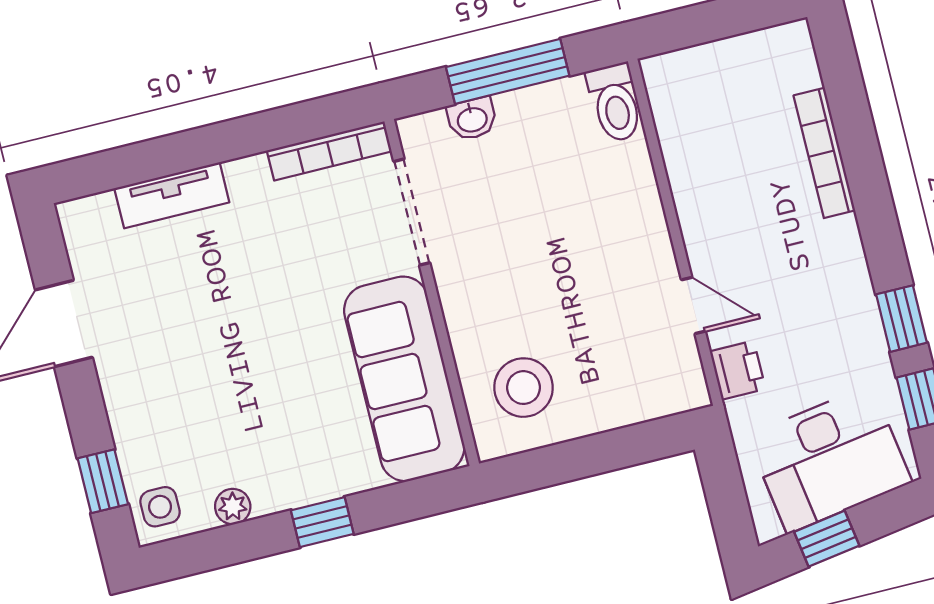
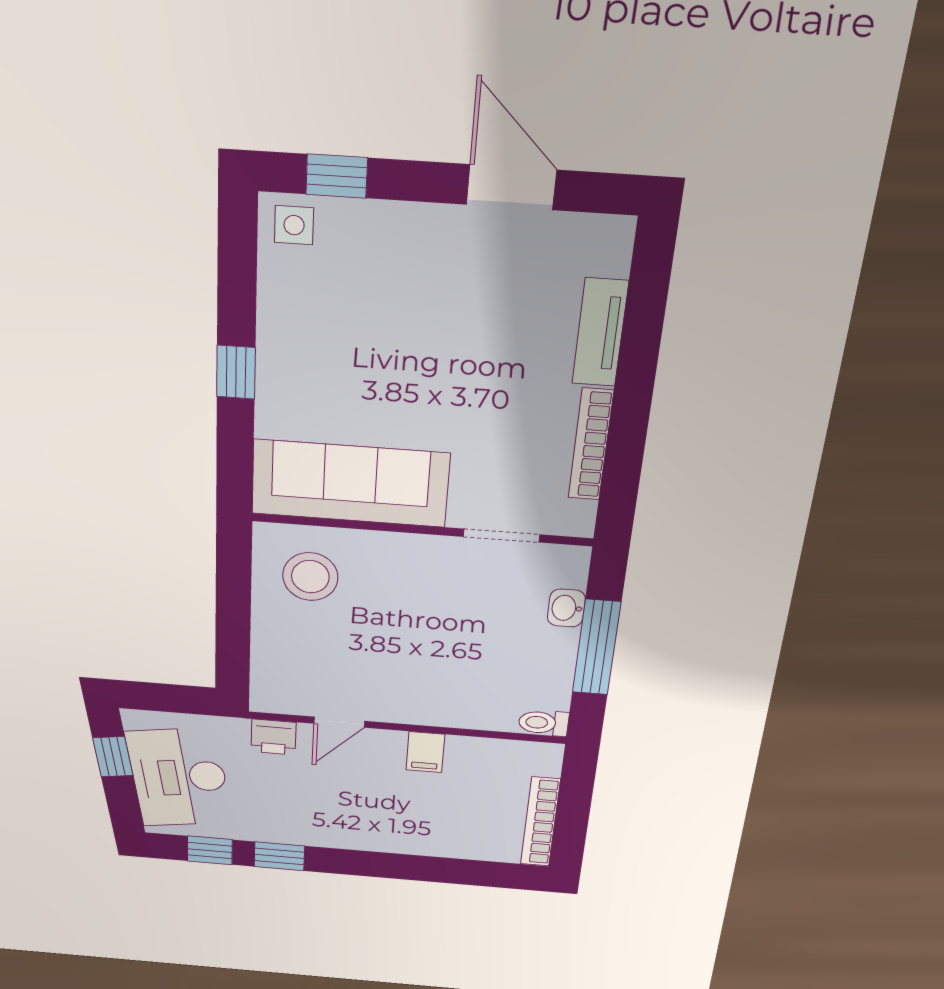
toilet: (615, 103) -> (544, 723), width x0.73, depth x0.72
bookcase: (329, 151) -> (591, 445), moved
bookcase: (824, 153) -> (540, 822), moved, turned -90
filing cabinet: (700, 202) -> (425, 752), added
doorway: (412, 212) -> (501, 536), width x0.73
plant: (233, 506) -> (274, 295), removed

